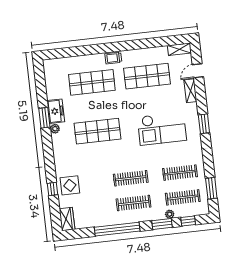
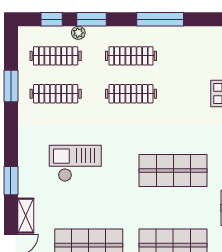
window: (204, 124) -> (11, 181), moved
checkout: (162, 129) -> (75, 163), width x0.73, depth x0.83
window: (211, 188) -> (11, 86), moved
window: (117, 229) -> (160, 19), width x0.68

